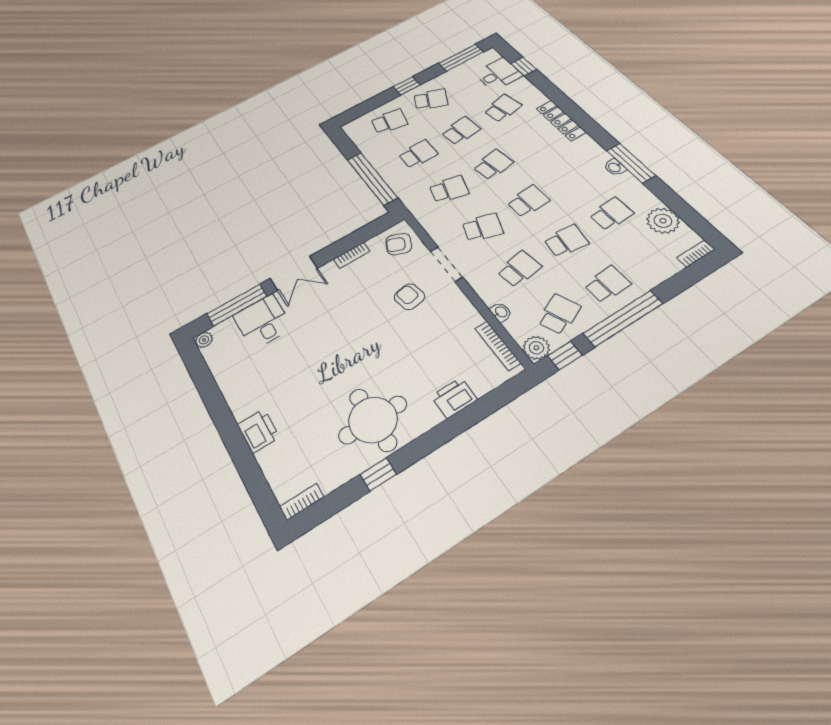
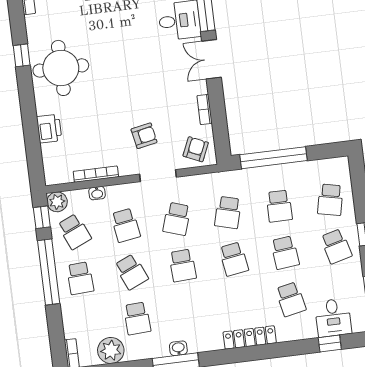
school desk: (431, 99) -> (336, 246), turned -39
school desk: (566, 241) -> (131, 272), turned -30
bookcase: (498, 346) -> (96, 174), moved

